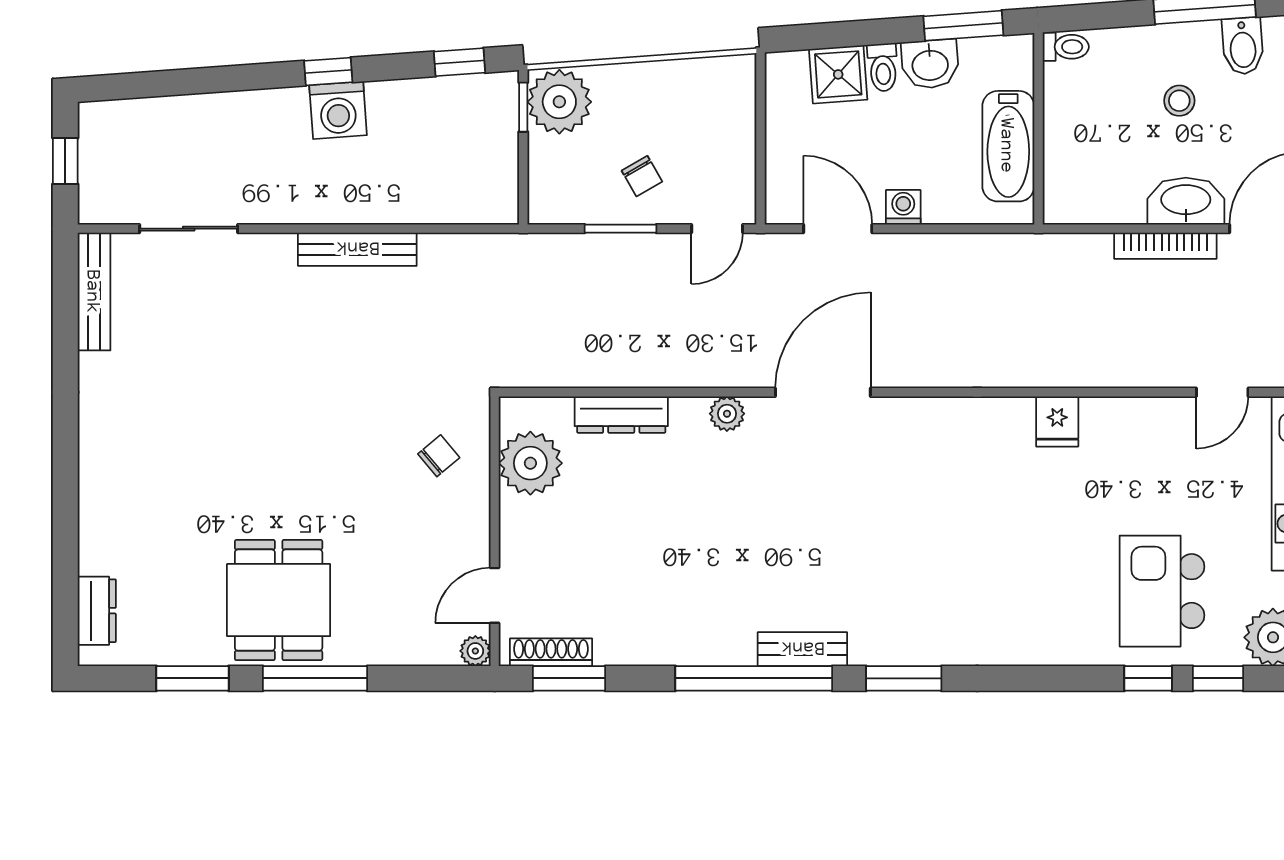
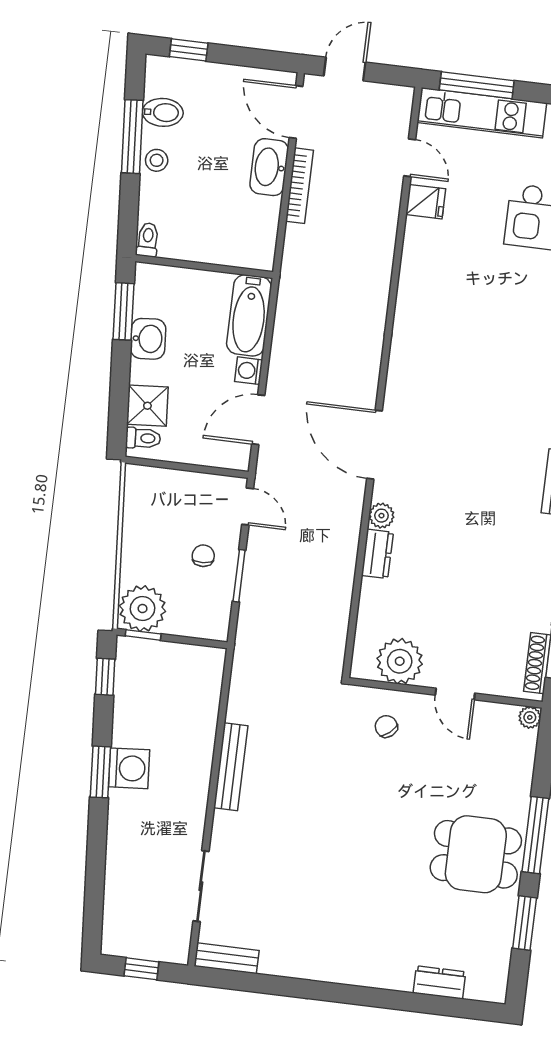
toilet: (883, 67) -> (143, 438), moved
window: (328, 72) -> (100, 772), width x1.50
stool: (1179, 101) -> (157, 160), moved
bathtub: (1008, 146) -> (249, 315), moved, turned 90
chair: (642, 176) -> (203, 556), turned -64
bench: (94, 292) -> (227, 958), width x0.73
dresser: (621, 415) -> (377, 554), moved, width x0.70
fridge: (1057, 421) -> (426, 202), moved
door: (495, 595) -> (455, 694), moved
dresser: (97, 611) -> (439, 982), moved

